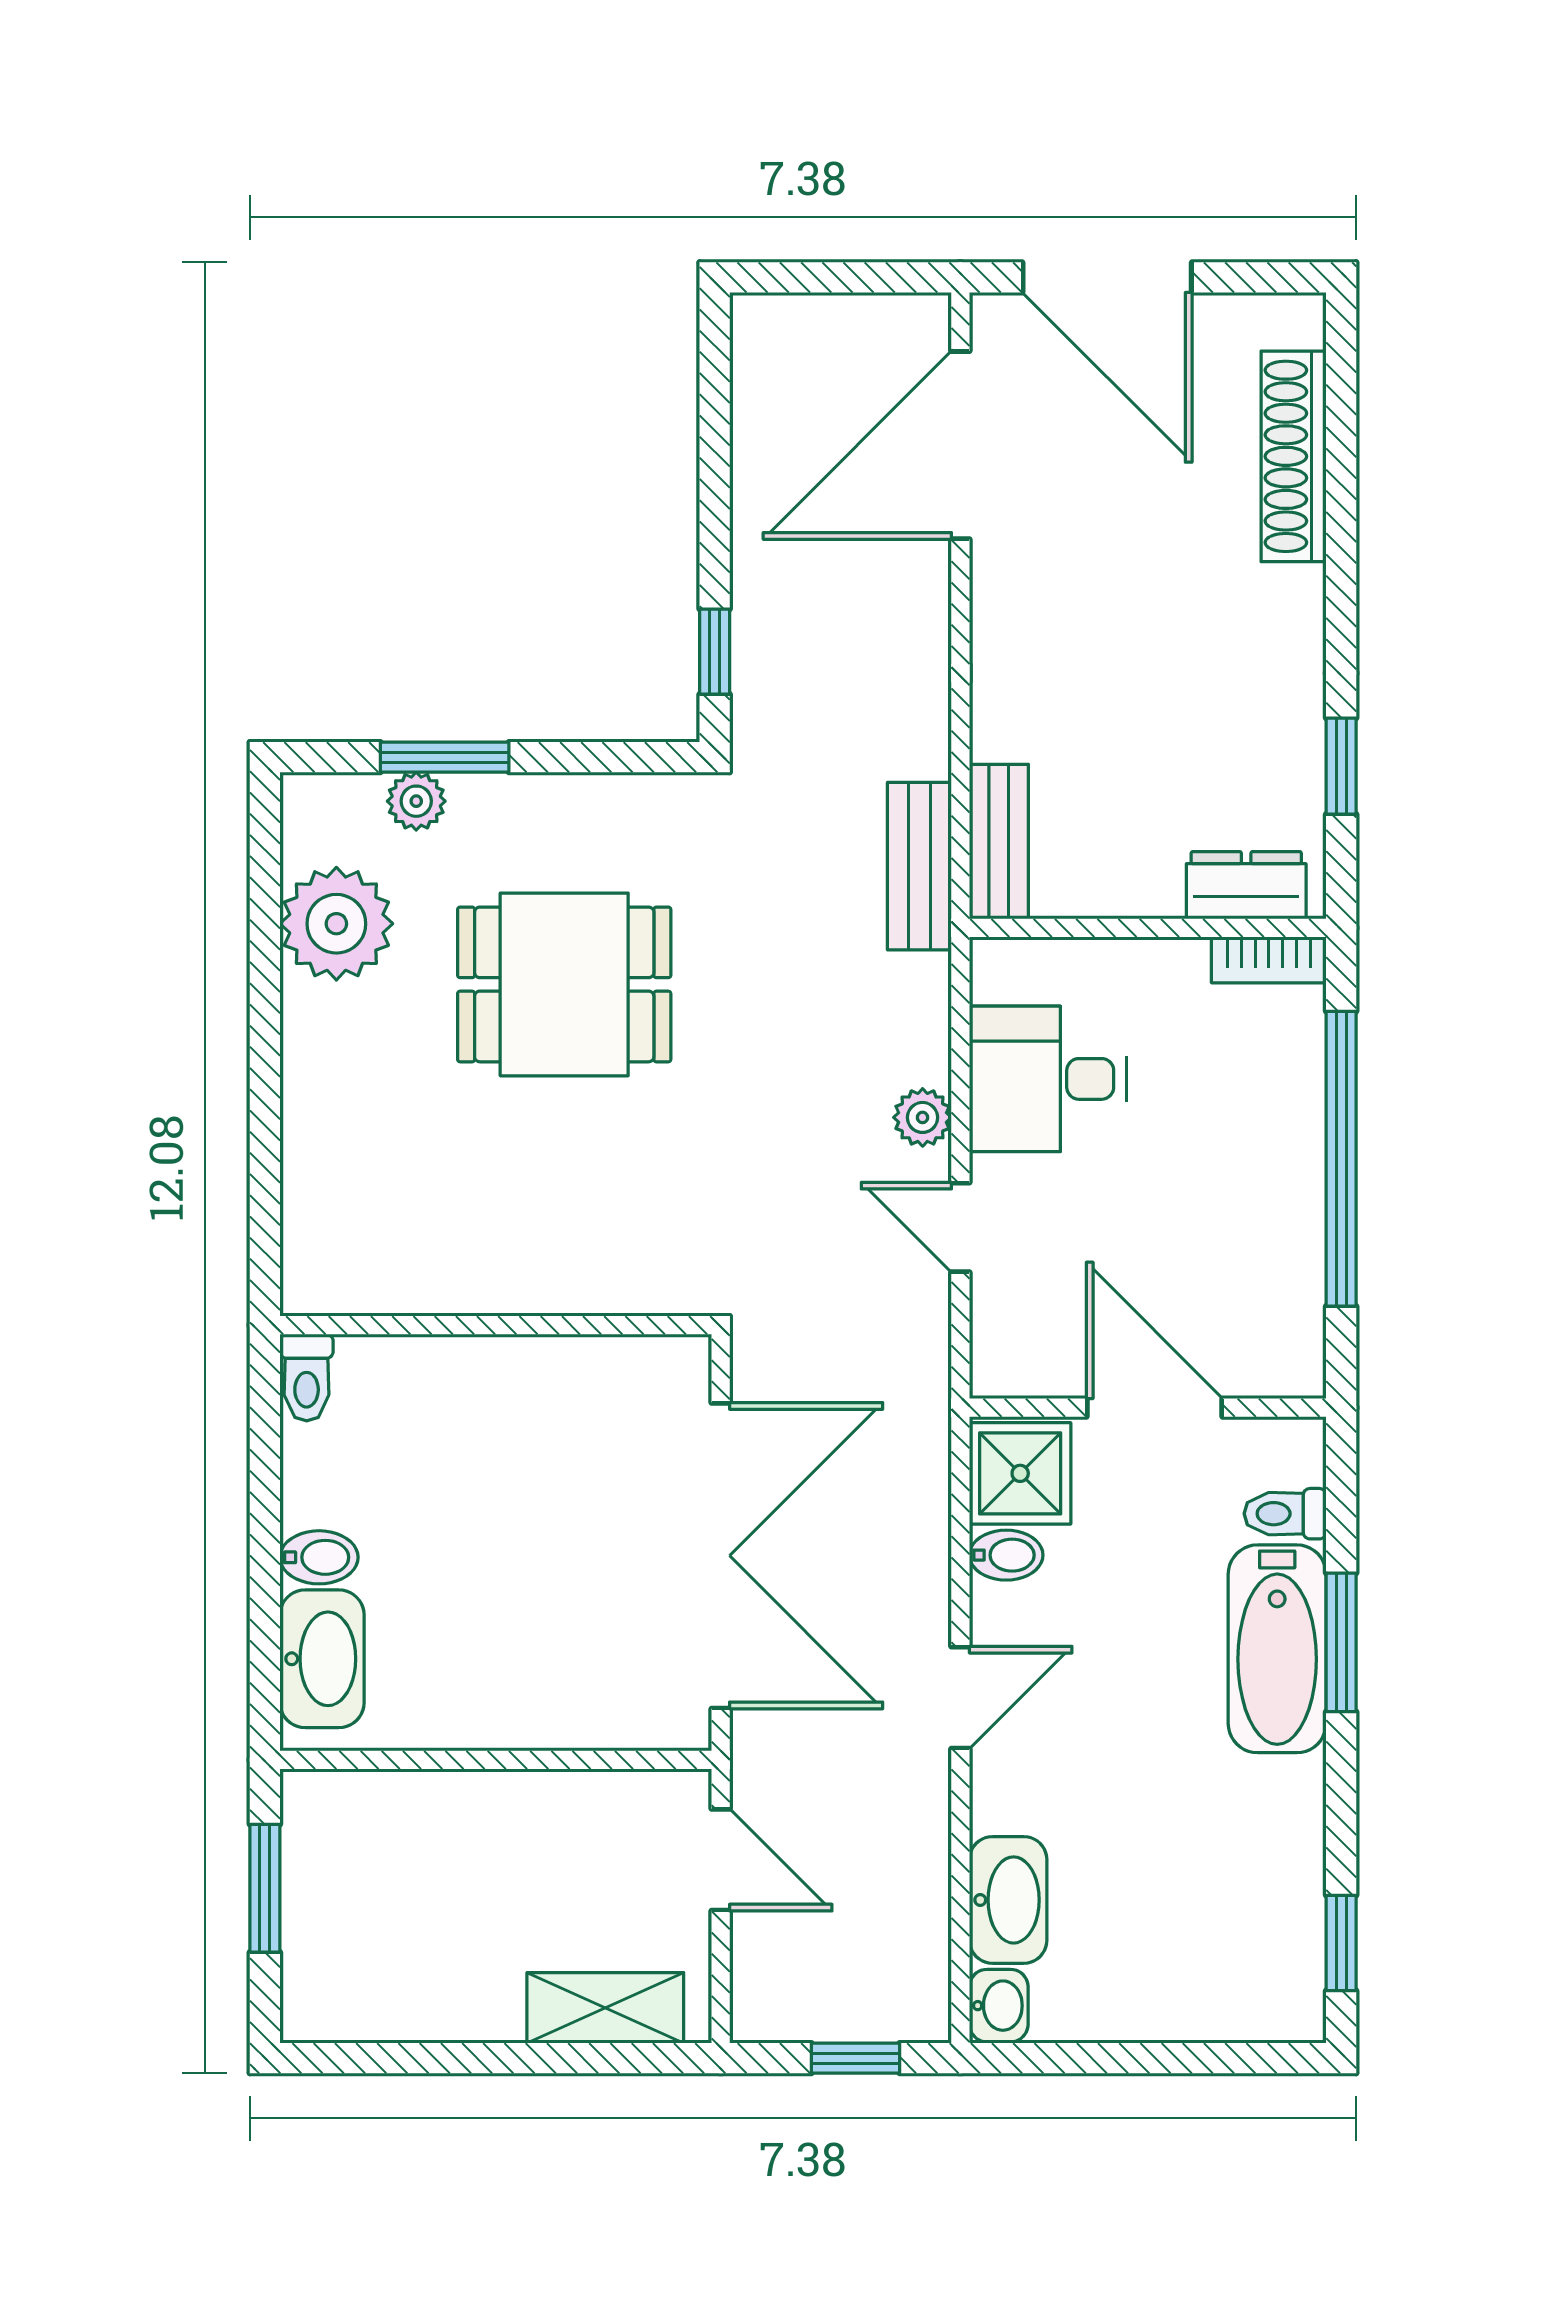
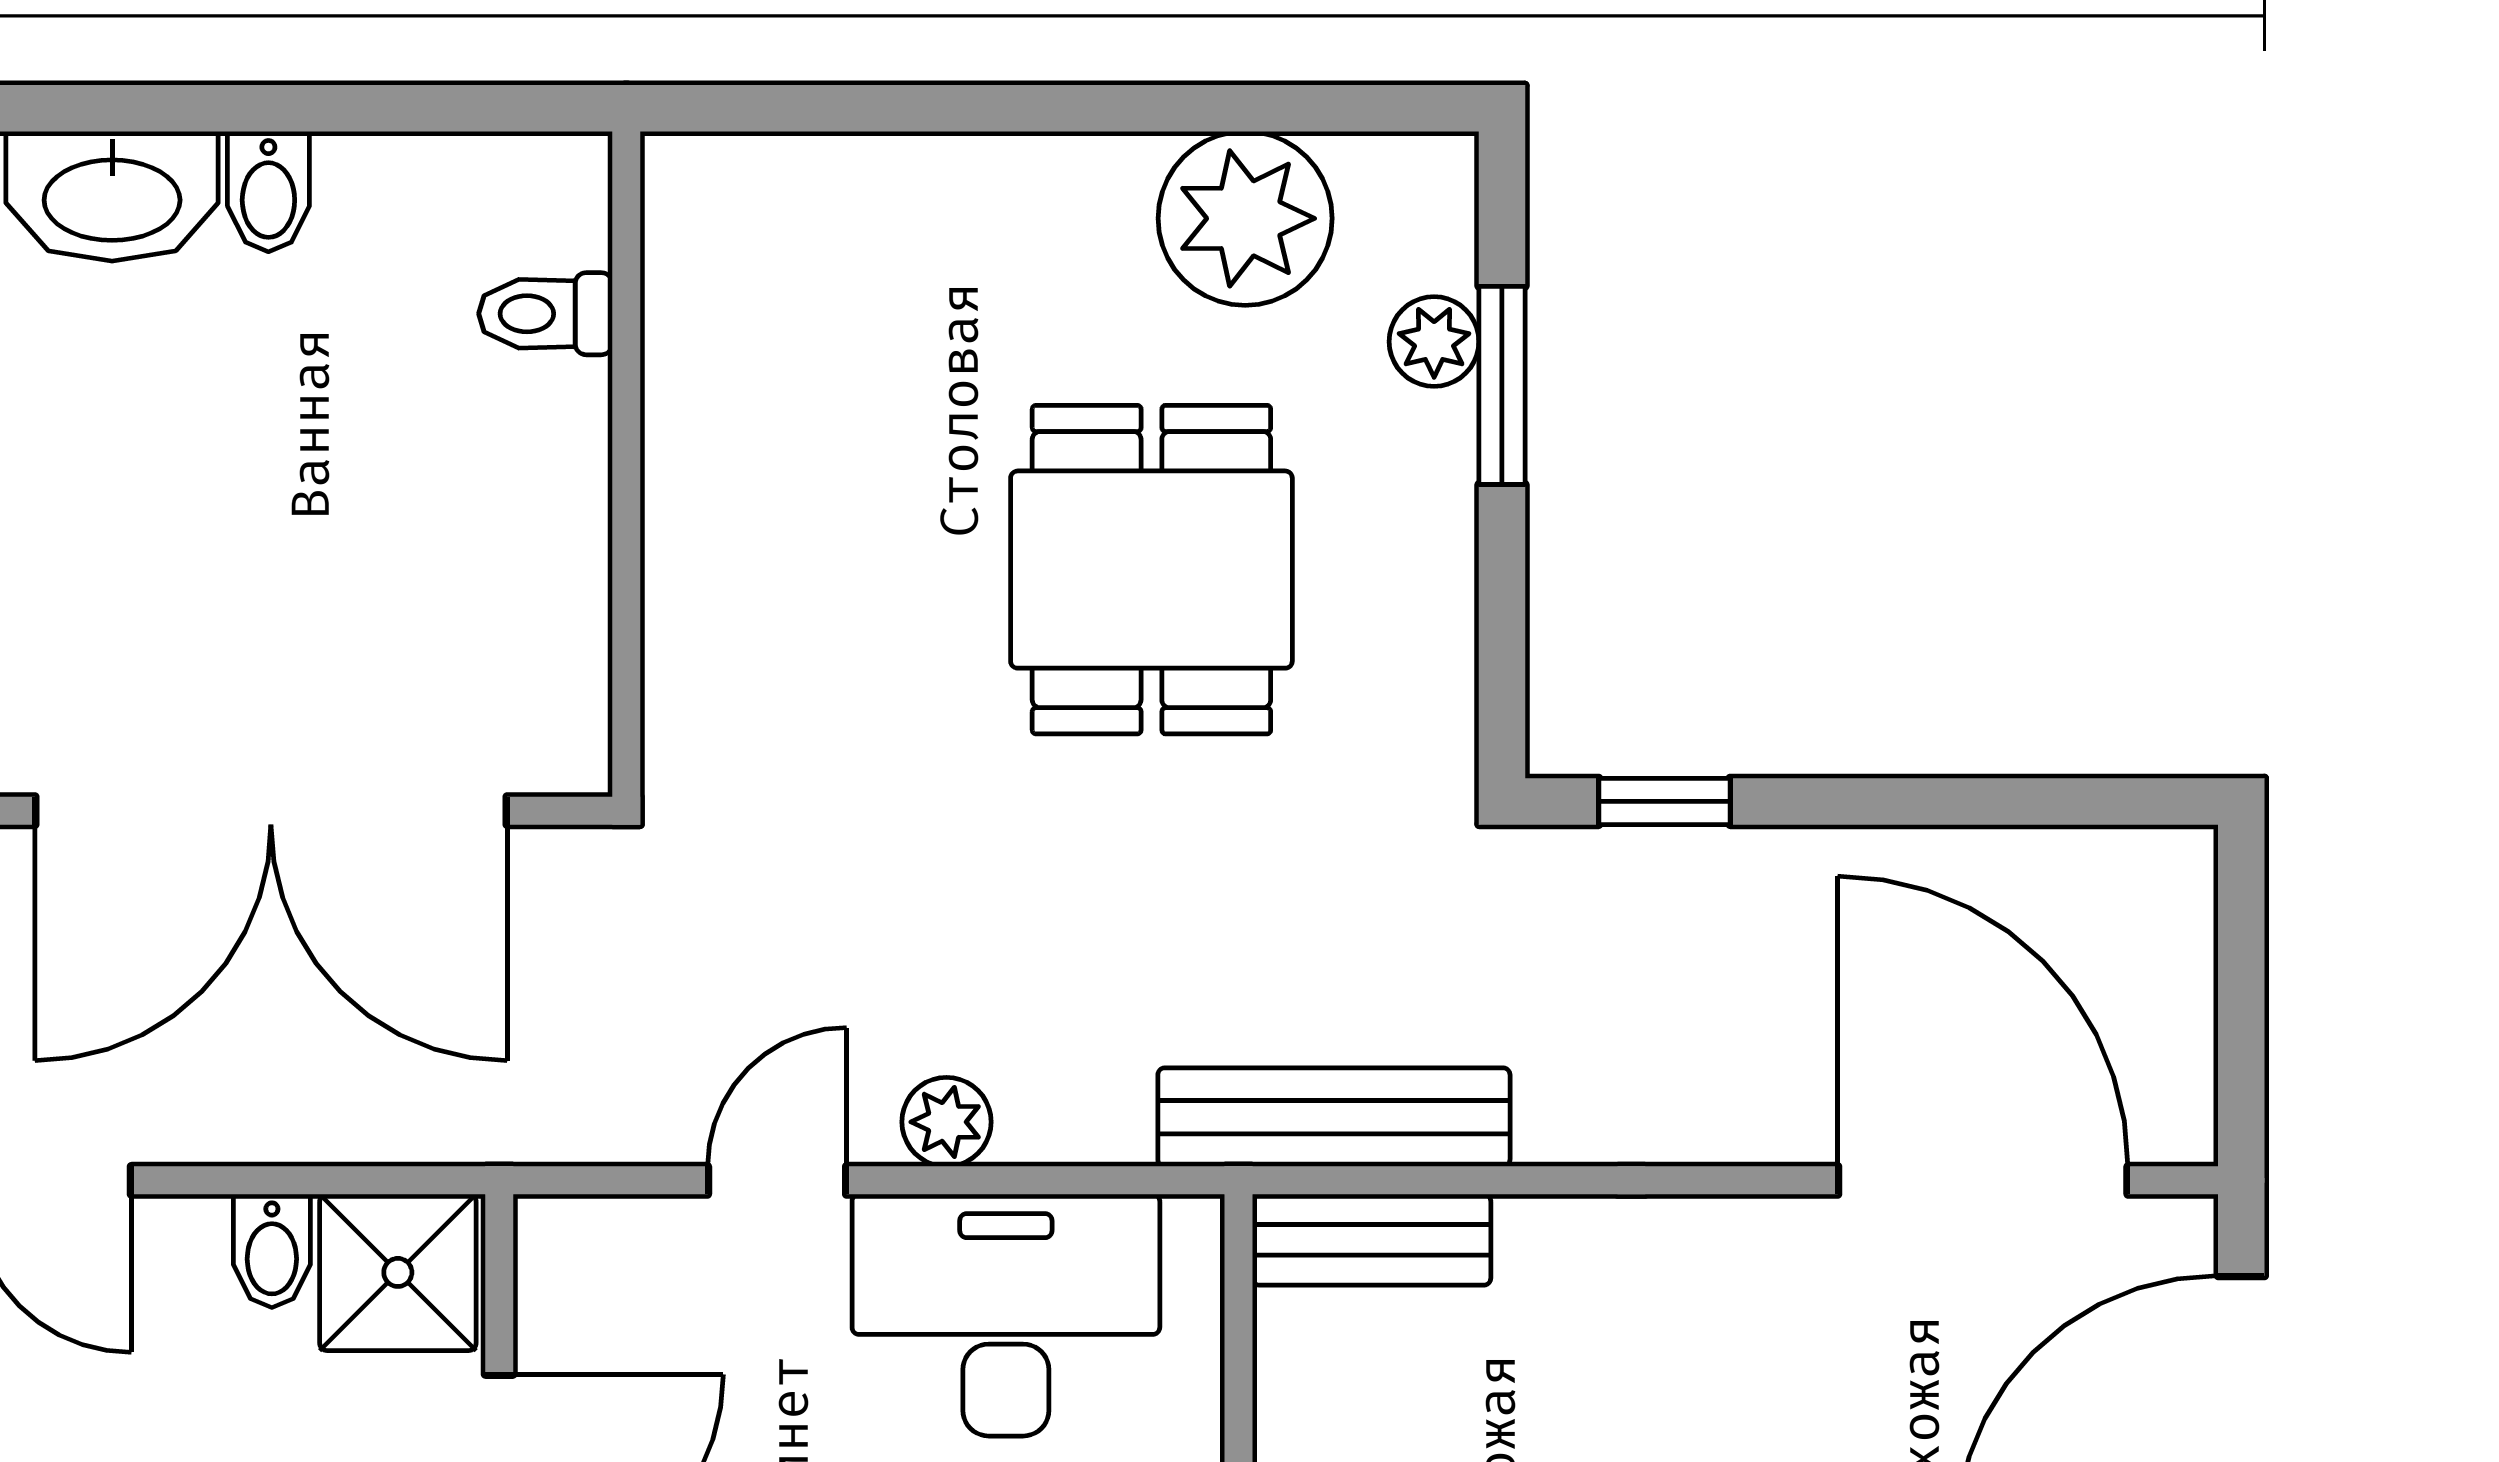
bench: (919, 866) -> (1334, 1117), width x1.36
desk: (1048, 1079) -> (1006, 1315), width x1.37
toilet: (307, 1378) -> (546, 314), moved

